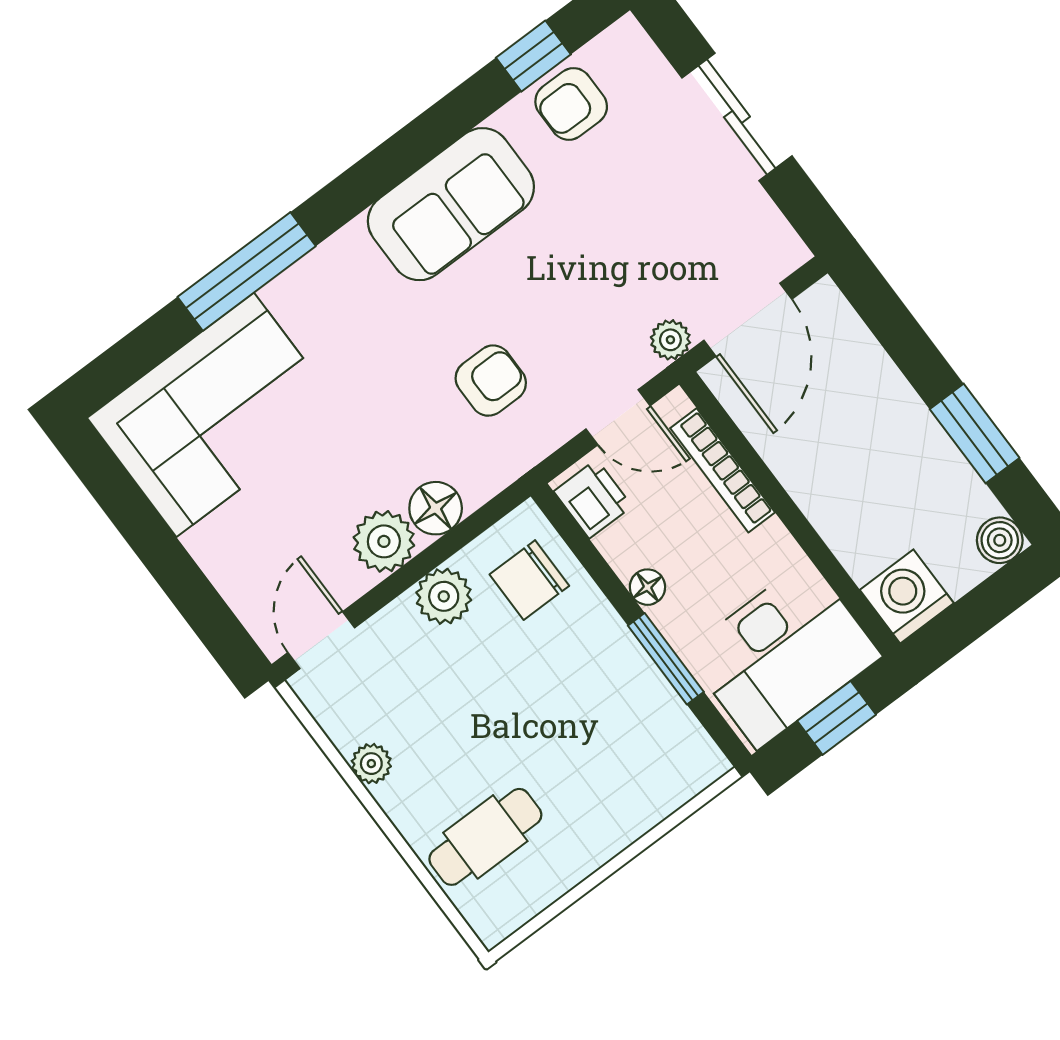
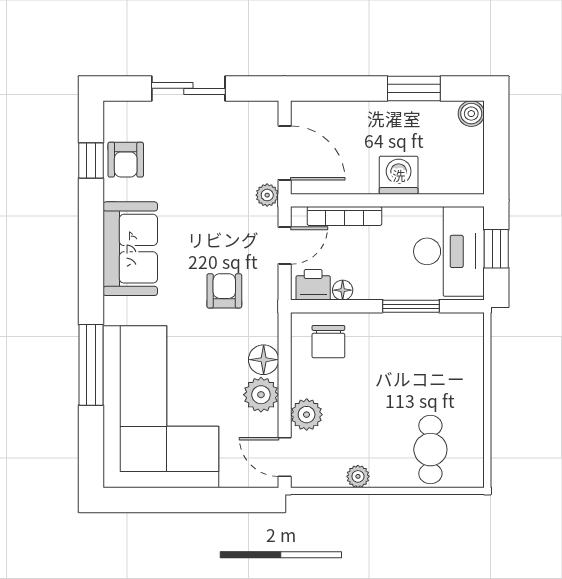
corner sofa: (215, 415) -> (161, 407), width x1.36, depth x1.36
floor lamp: (647, 587) -> (343, 290), moved
plant: (444, 596) -> (307, 415), moved
washing machine: (907, 596) -> (399, 175), moved, turned 90

